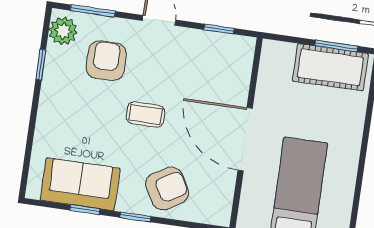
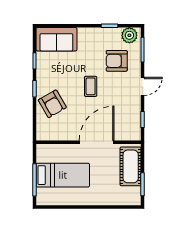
armchair: (106, 61) -> (117, 61), turned 180
cot: (330, 67) -> (131, 166), moved
door: (245, 139) -> (97, 142), moved
sofa: (80, 184) -> (56, 39), moved, turned 90

